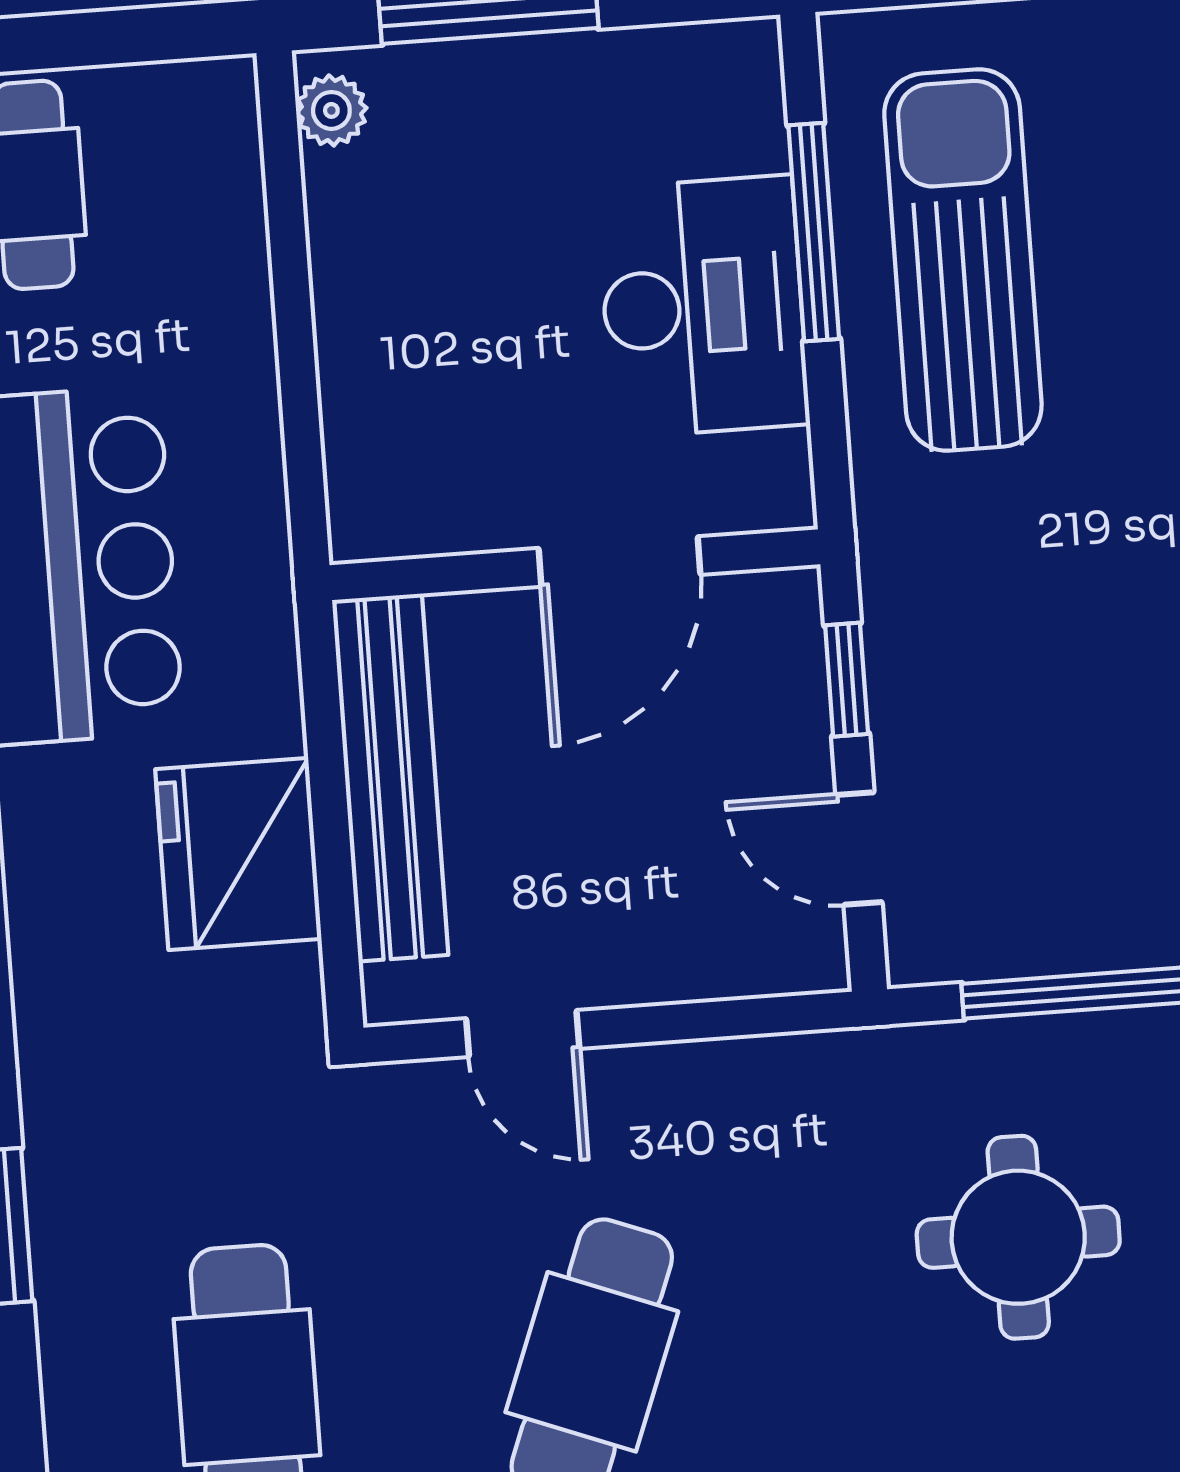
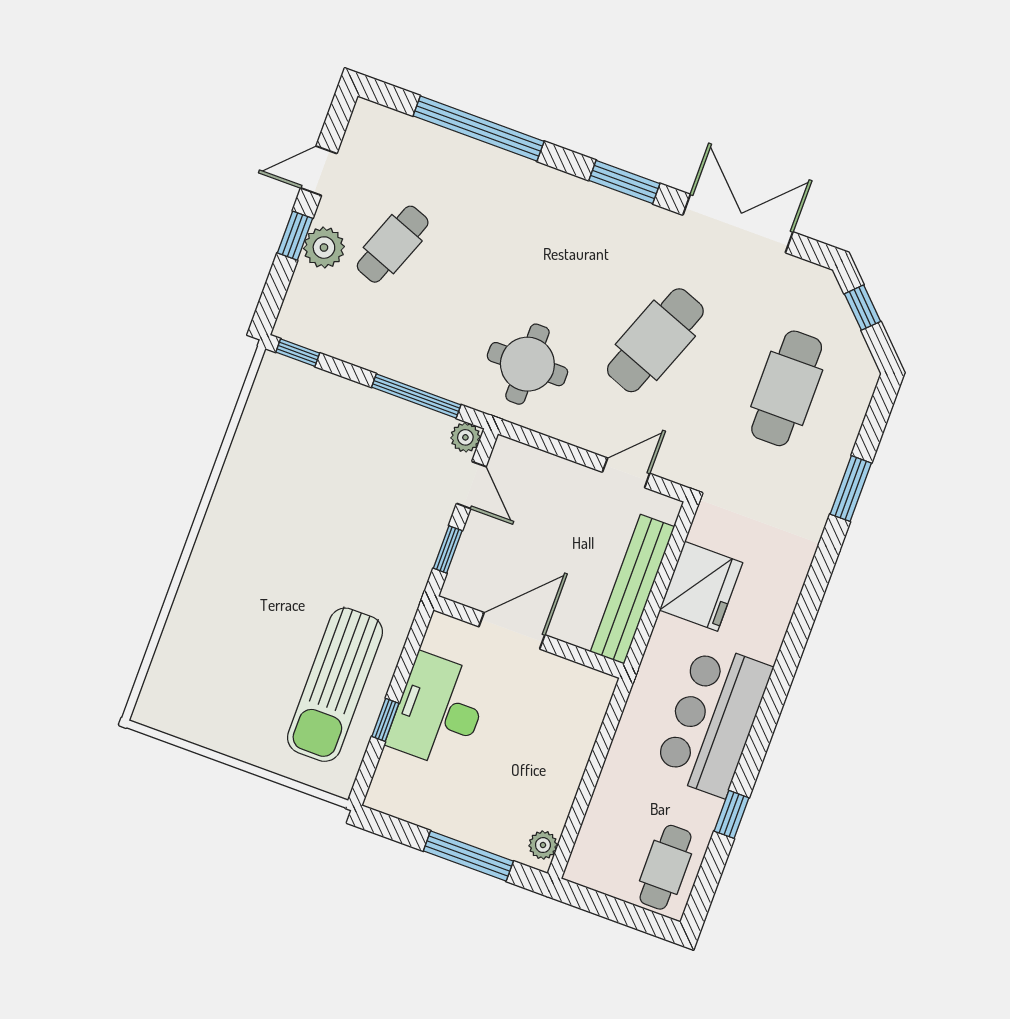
window: (814, 232) -> (385, 720), width x0.46
plant: (921, 950) -> (465, 437), added
door: (523, 1034) -> (626, 473), hinge flipped
round table: (1018, 1237) -> (527, 364), moved

